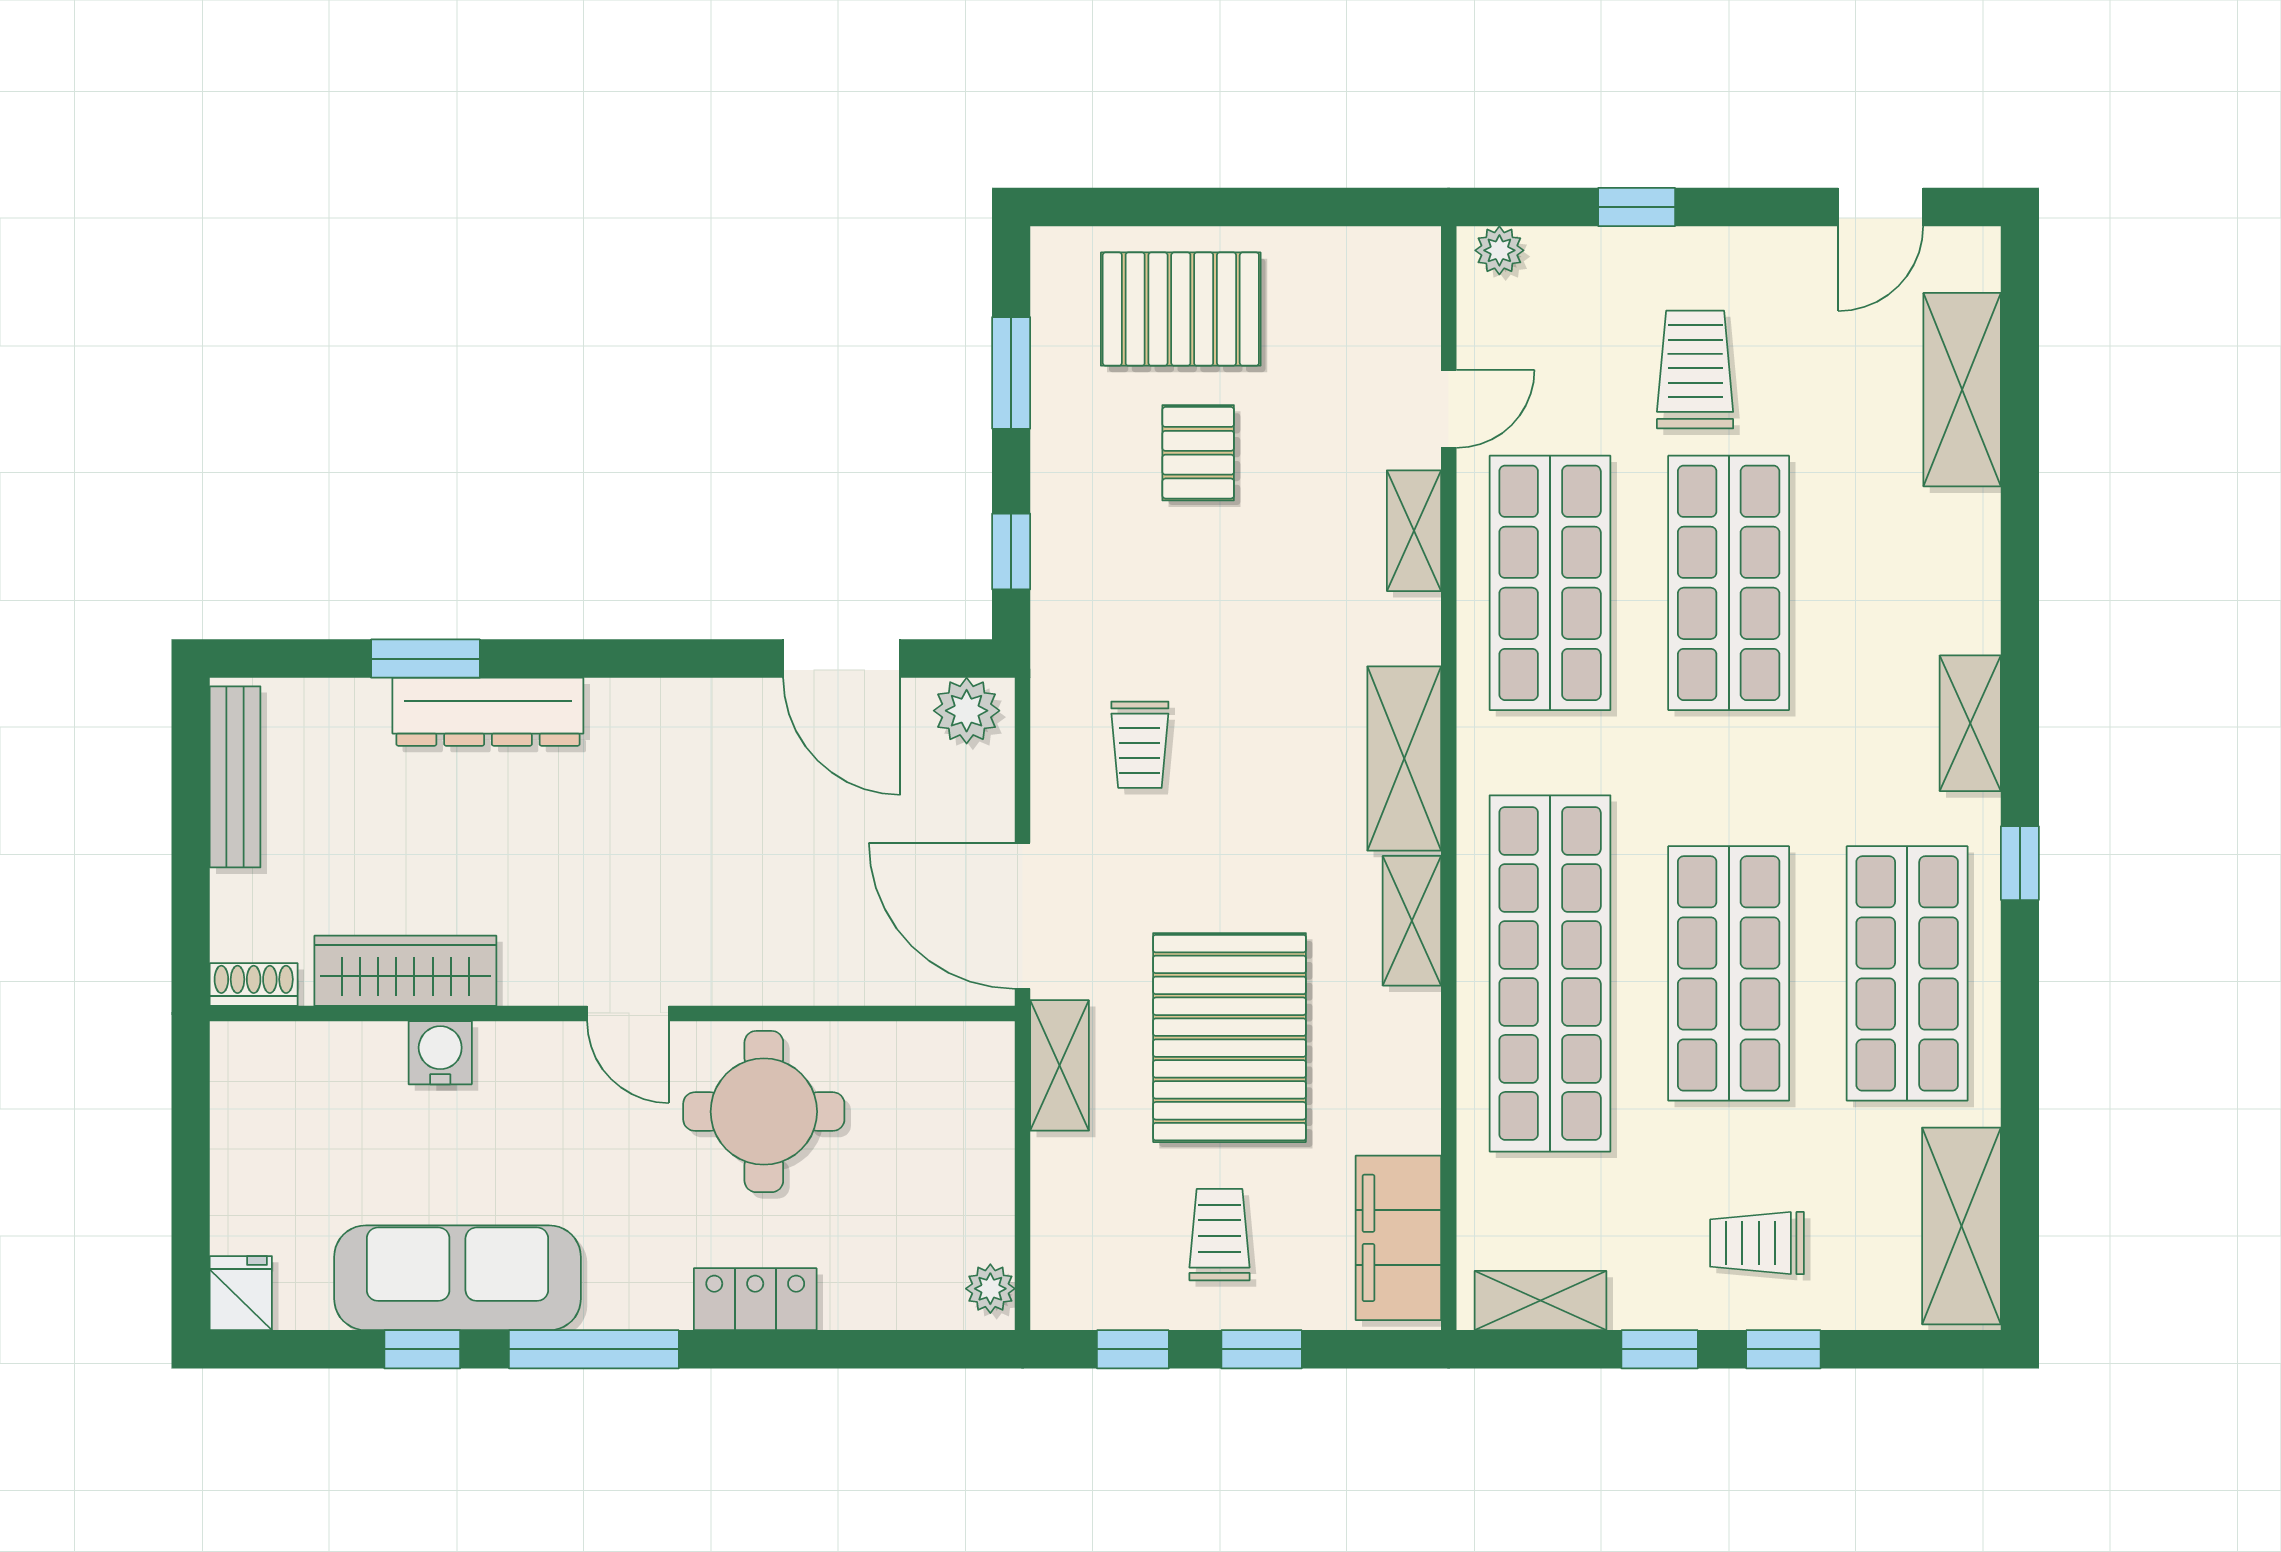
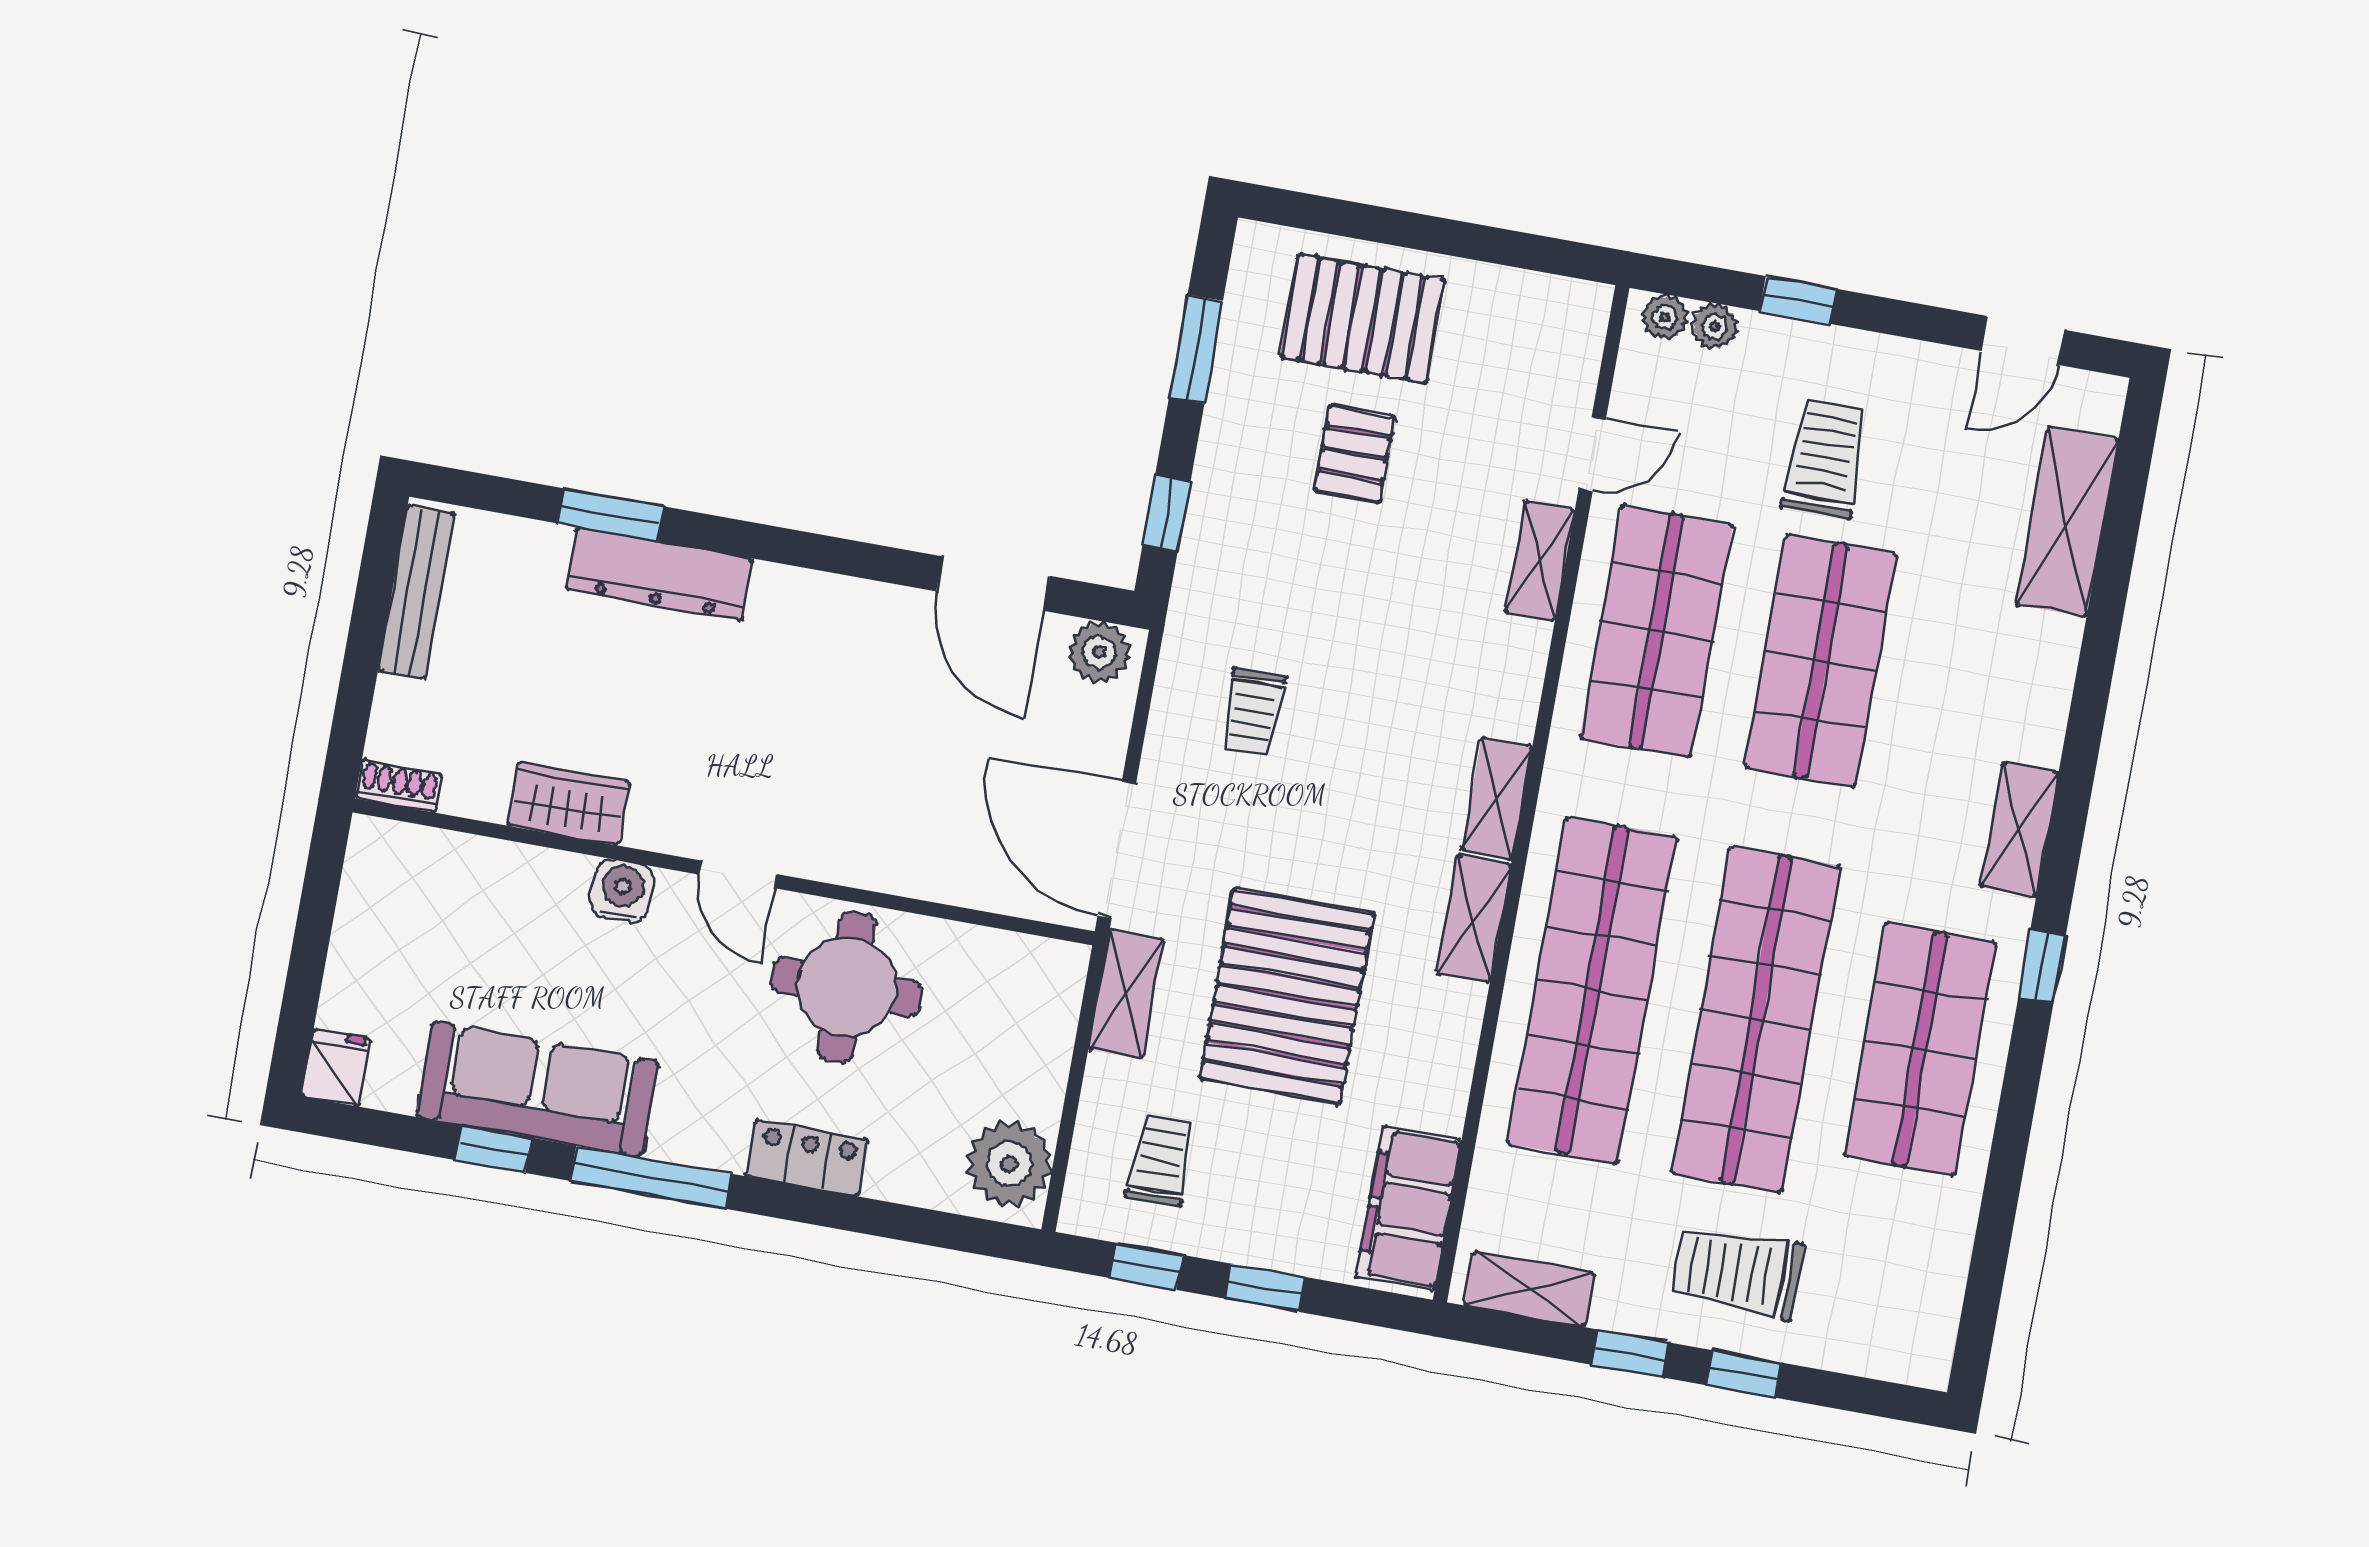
plant: (1554, 251) -> (1715, 327), added
shelving: (1404, 758) -> (1497, 798), width x0.67, depth x0.75
wardrobe: (405, 971) -> (568, 803), width x0.67
shop shelf: (1729, 973) -> (1756, 1020), width x1.40
water cooler: (440, 1053) -> (622, 891), moved
shelving: (1961, 1226) -> (1928, 1290), removed
trolley: (1220, 1235) -> (1160, 1160), moved
trolley: (1757, 1243) -> (1738, 1272), width x1.36, depth x1.39
plant: (990, 1289) -> (1009, 1164), width x1.88, depth x1.88

